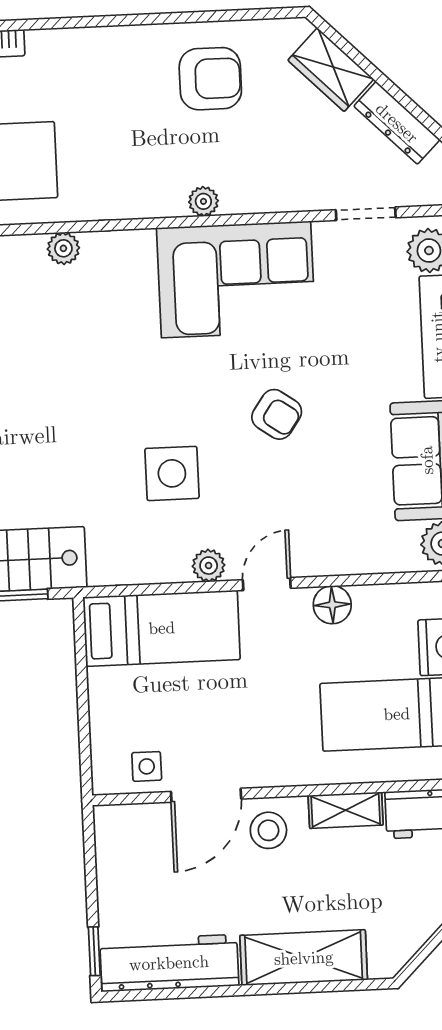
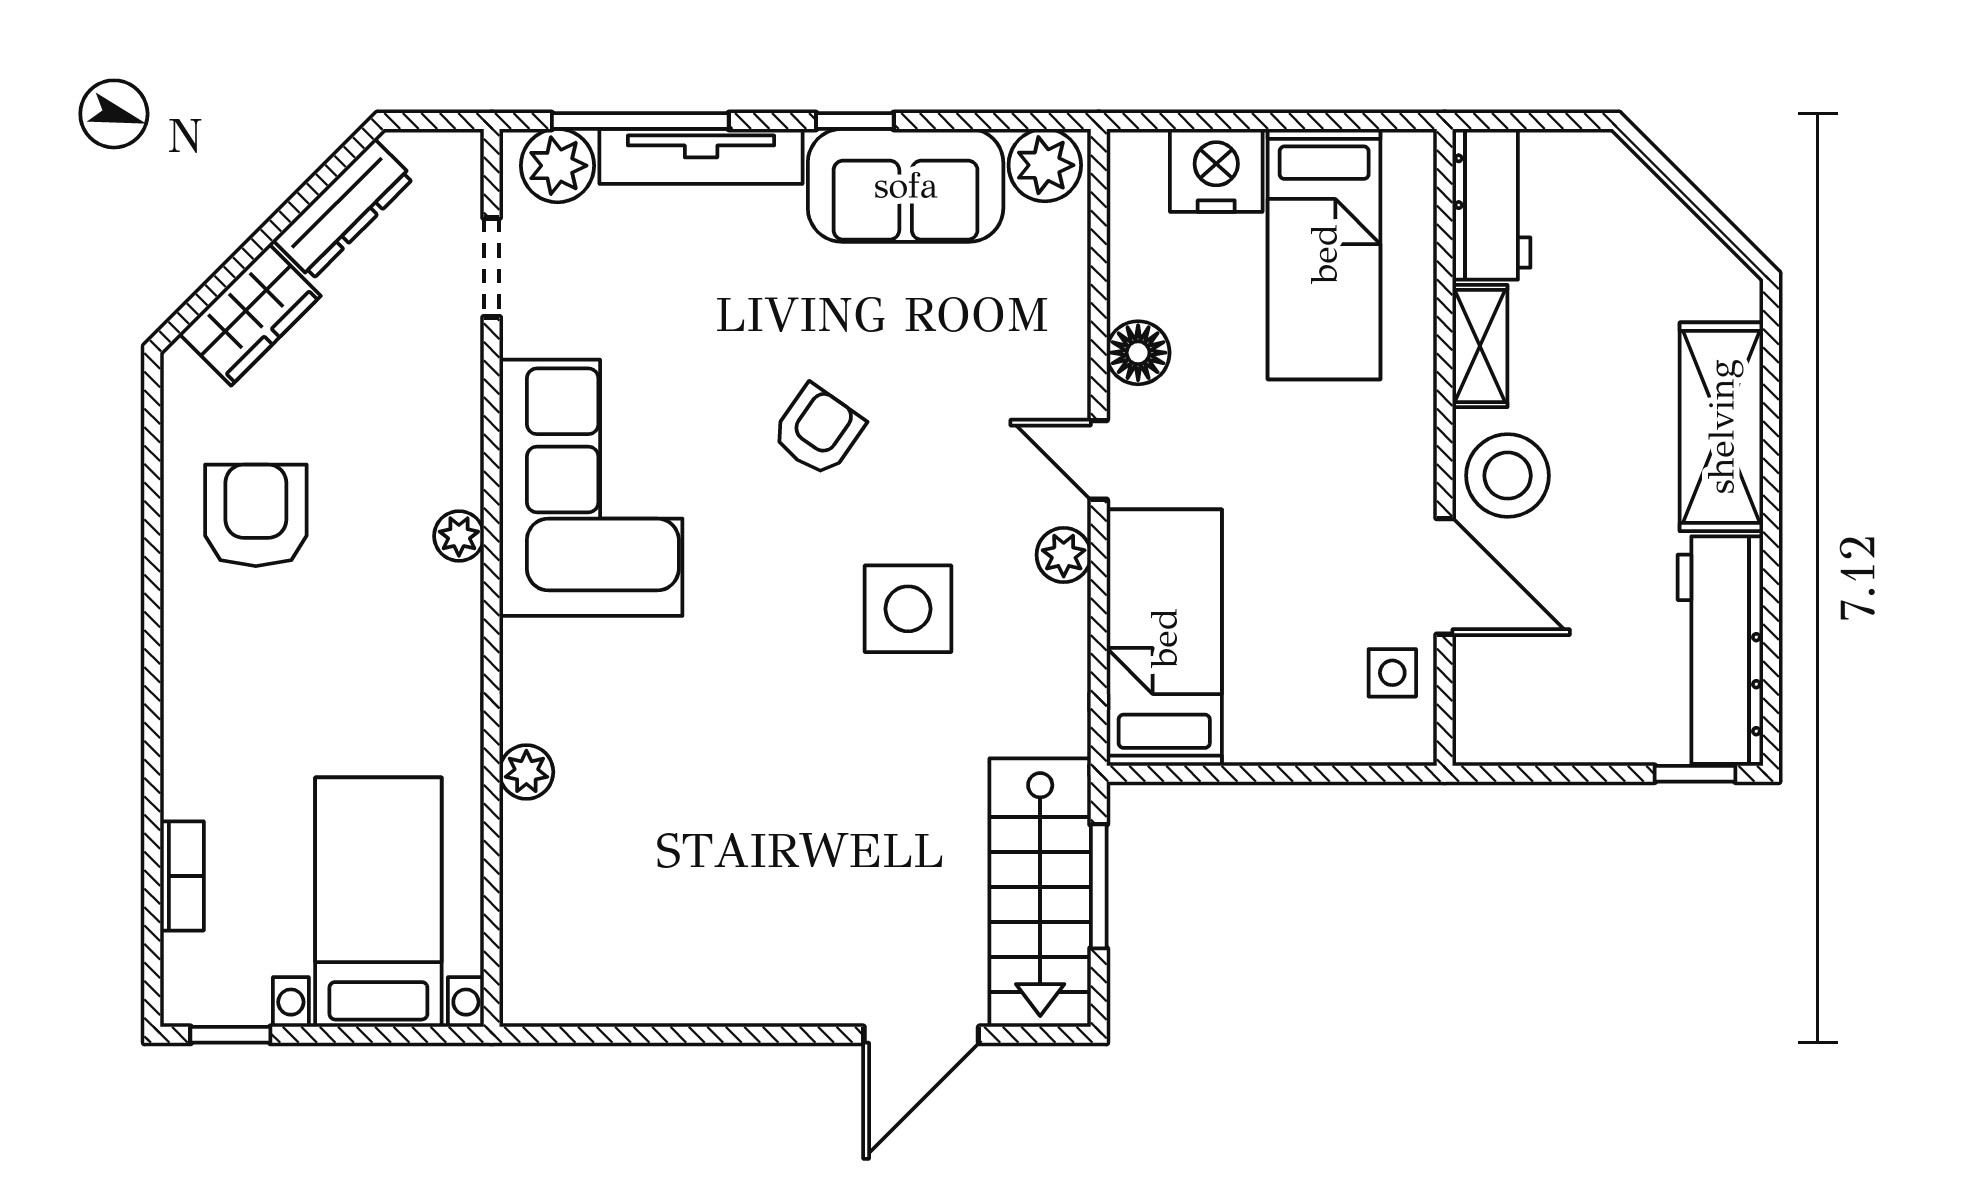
stool: (268, 830) -> (1508, 476), width x1.38, depth x1.38

